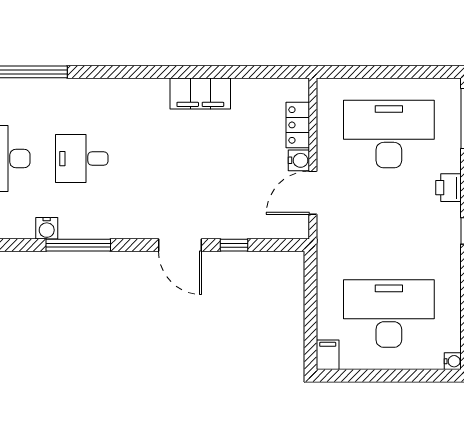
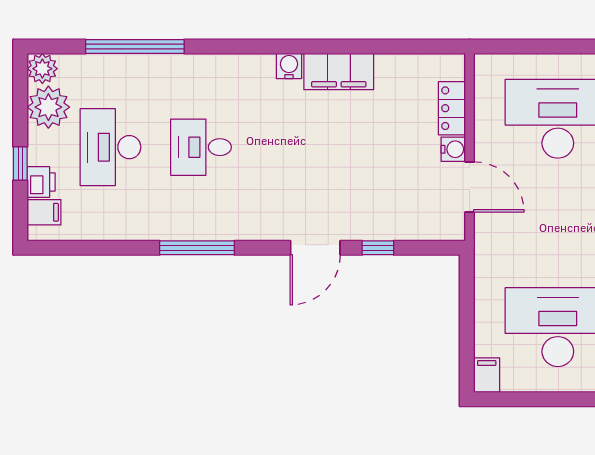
door: (313, 193) -> (470, 187), swing flipped
water cooler: (47, 228) -> (289, 66), moved, turned 180
door: (180, 245) -> (315, 248), hinge flipped

